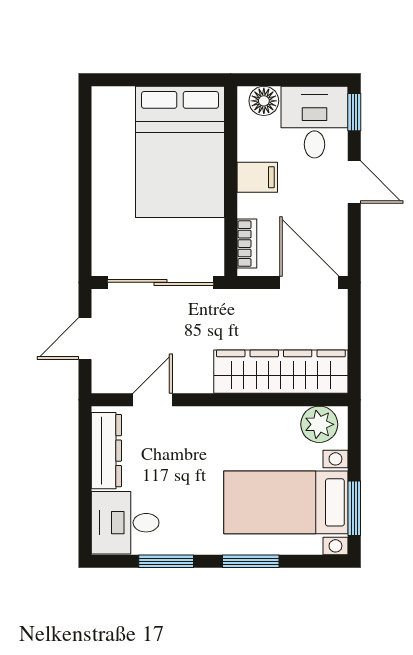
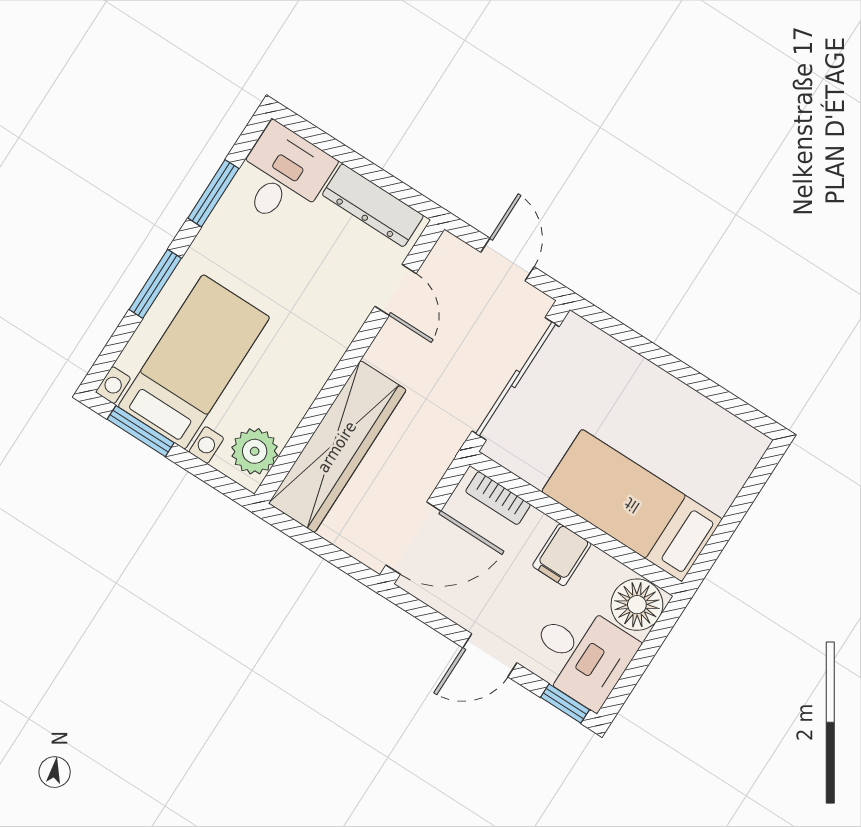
floor lamp: (264, 101) -> (637, 605), width x1.38, depth x1.38
bed: (180, 152) -> (632, 505), width x0.67

